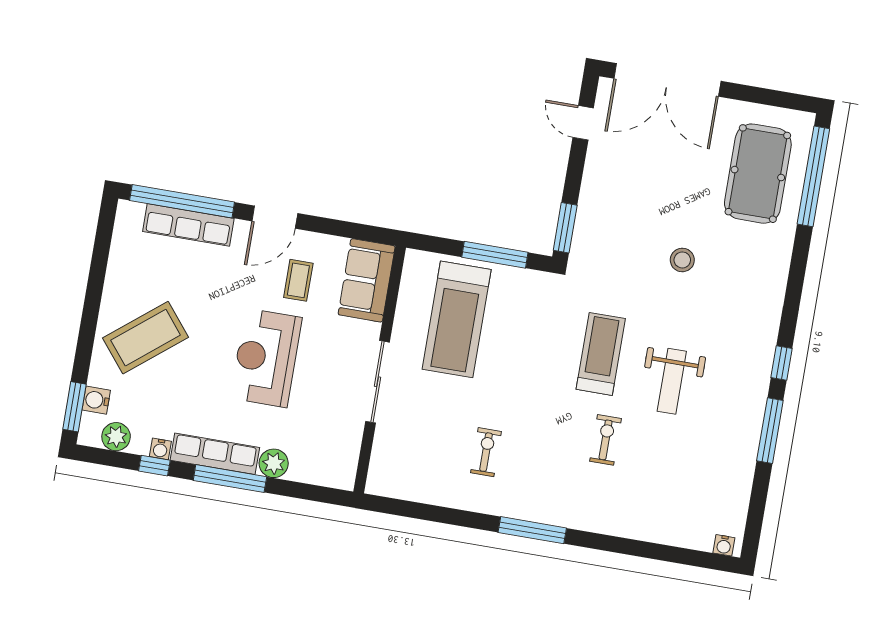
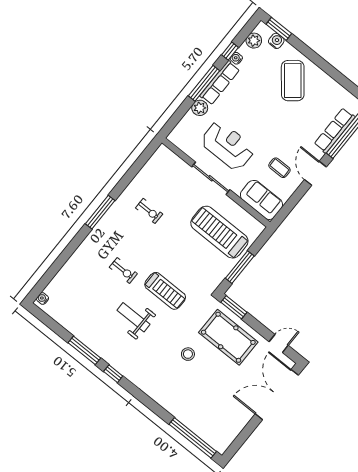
pool table: (758, 174) -> (228, 337), moved
reception desk: (266, 358) -> (228, 146), moved

